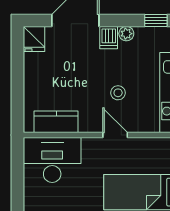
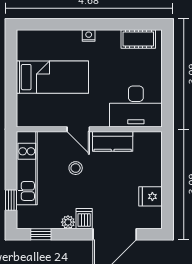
fridge: (34, 39) -> (151, 196), moved, turned -90
kitchen counter: (56, 122) -> (113, 141), moved

